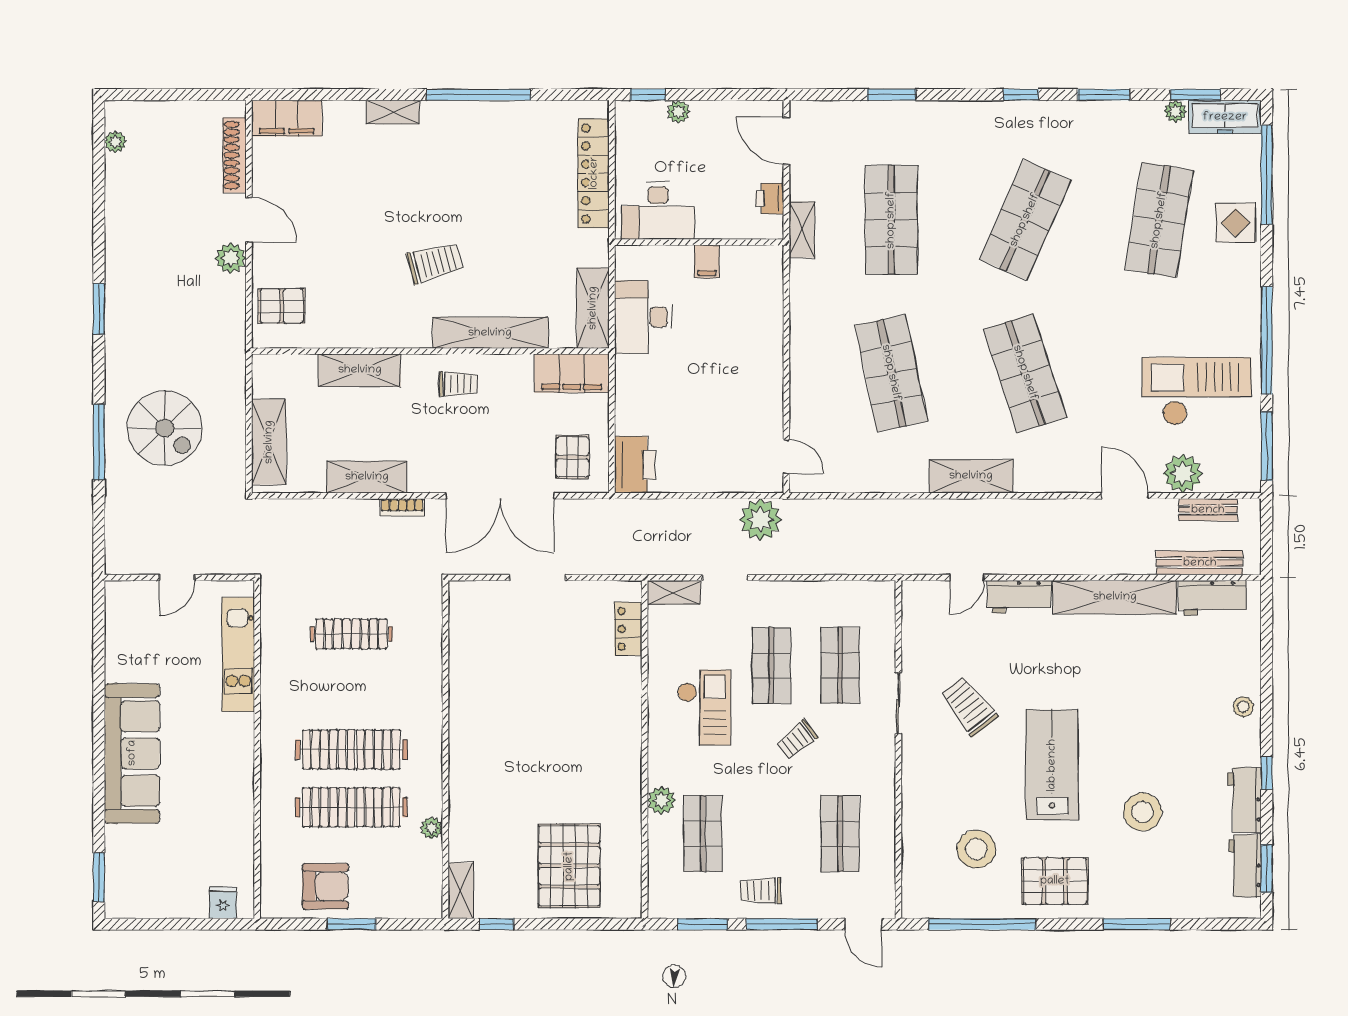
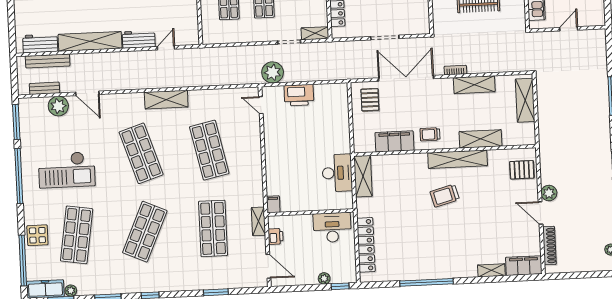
shelving: (393, 112) -> (491, 270), moved
filing cabinet: (707, 261) -> (273, 204), moved
shelving: (490, 333) -> (458, 159), moved
filing cabinet: (572, 373) -> (394, 141), moved
checkout: (1197, 391) -> (67, 170), moved
spiral stairs: (165, 428) -> (578, 105), removed
printer: (635, 465) -> (299, 95), moved, turned -90

